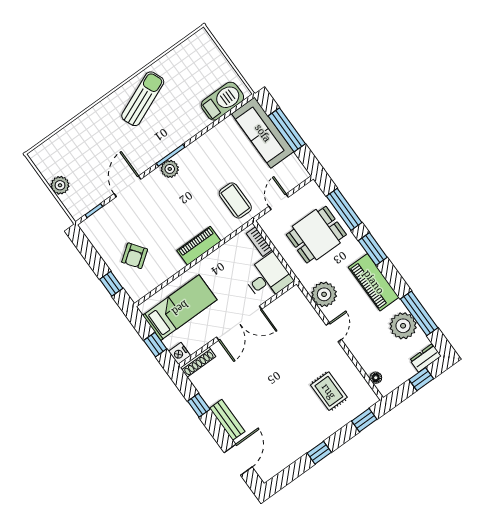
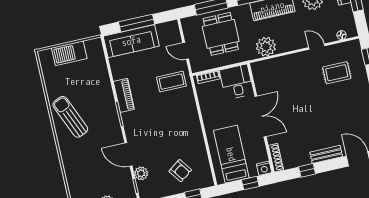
barbecue: (222, 101) -> (69, 53), moved, turned -90
plant: (170, 169) -> (141, 173), moved
piano: (199, 246) -> (124, 95), moved, turned 180
door: (334, 332) -> (317, 47), moved

